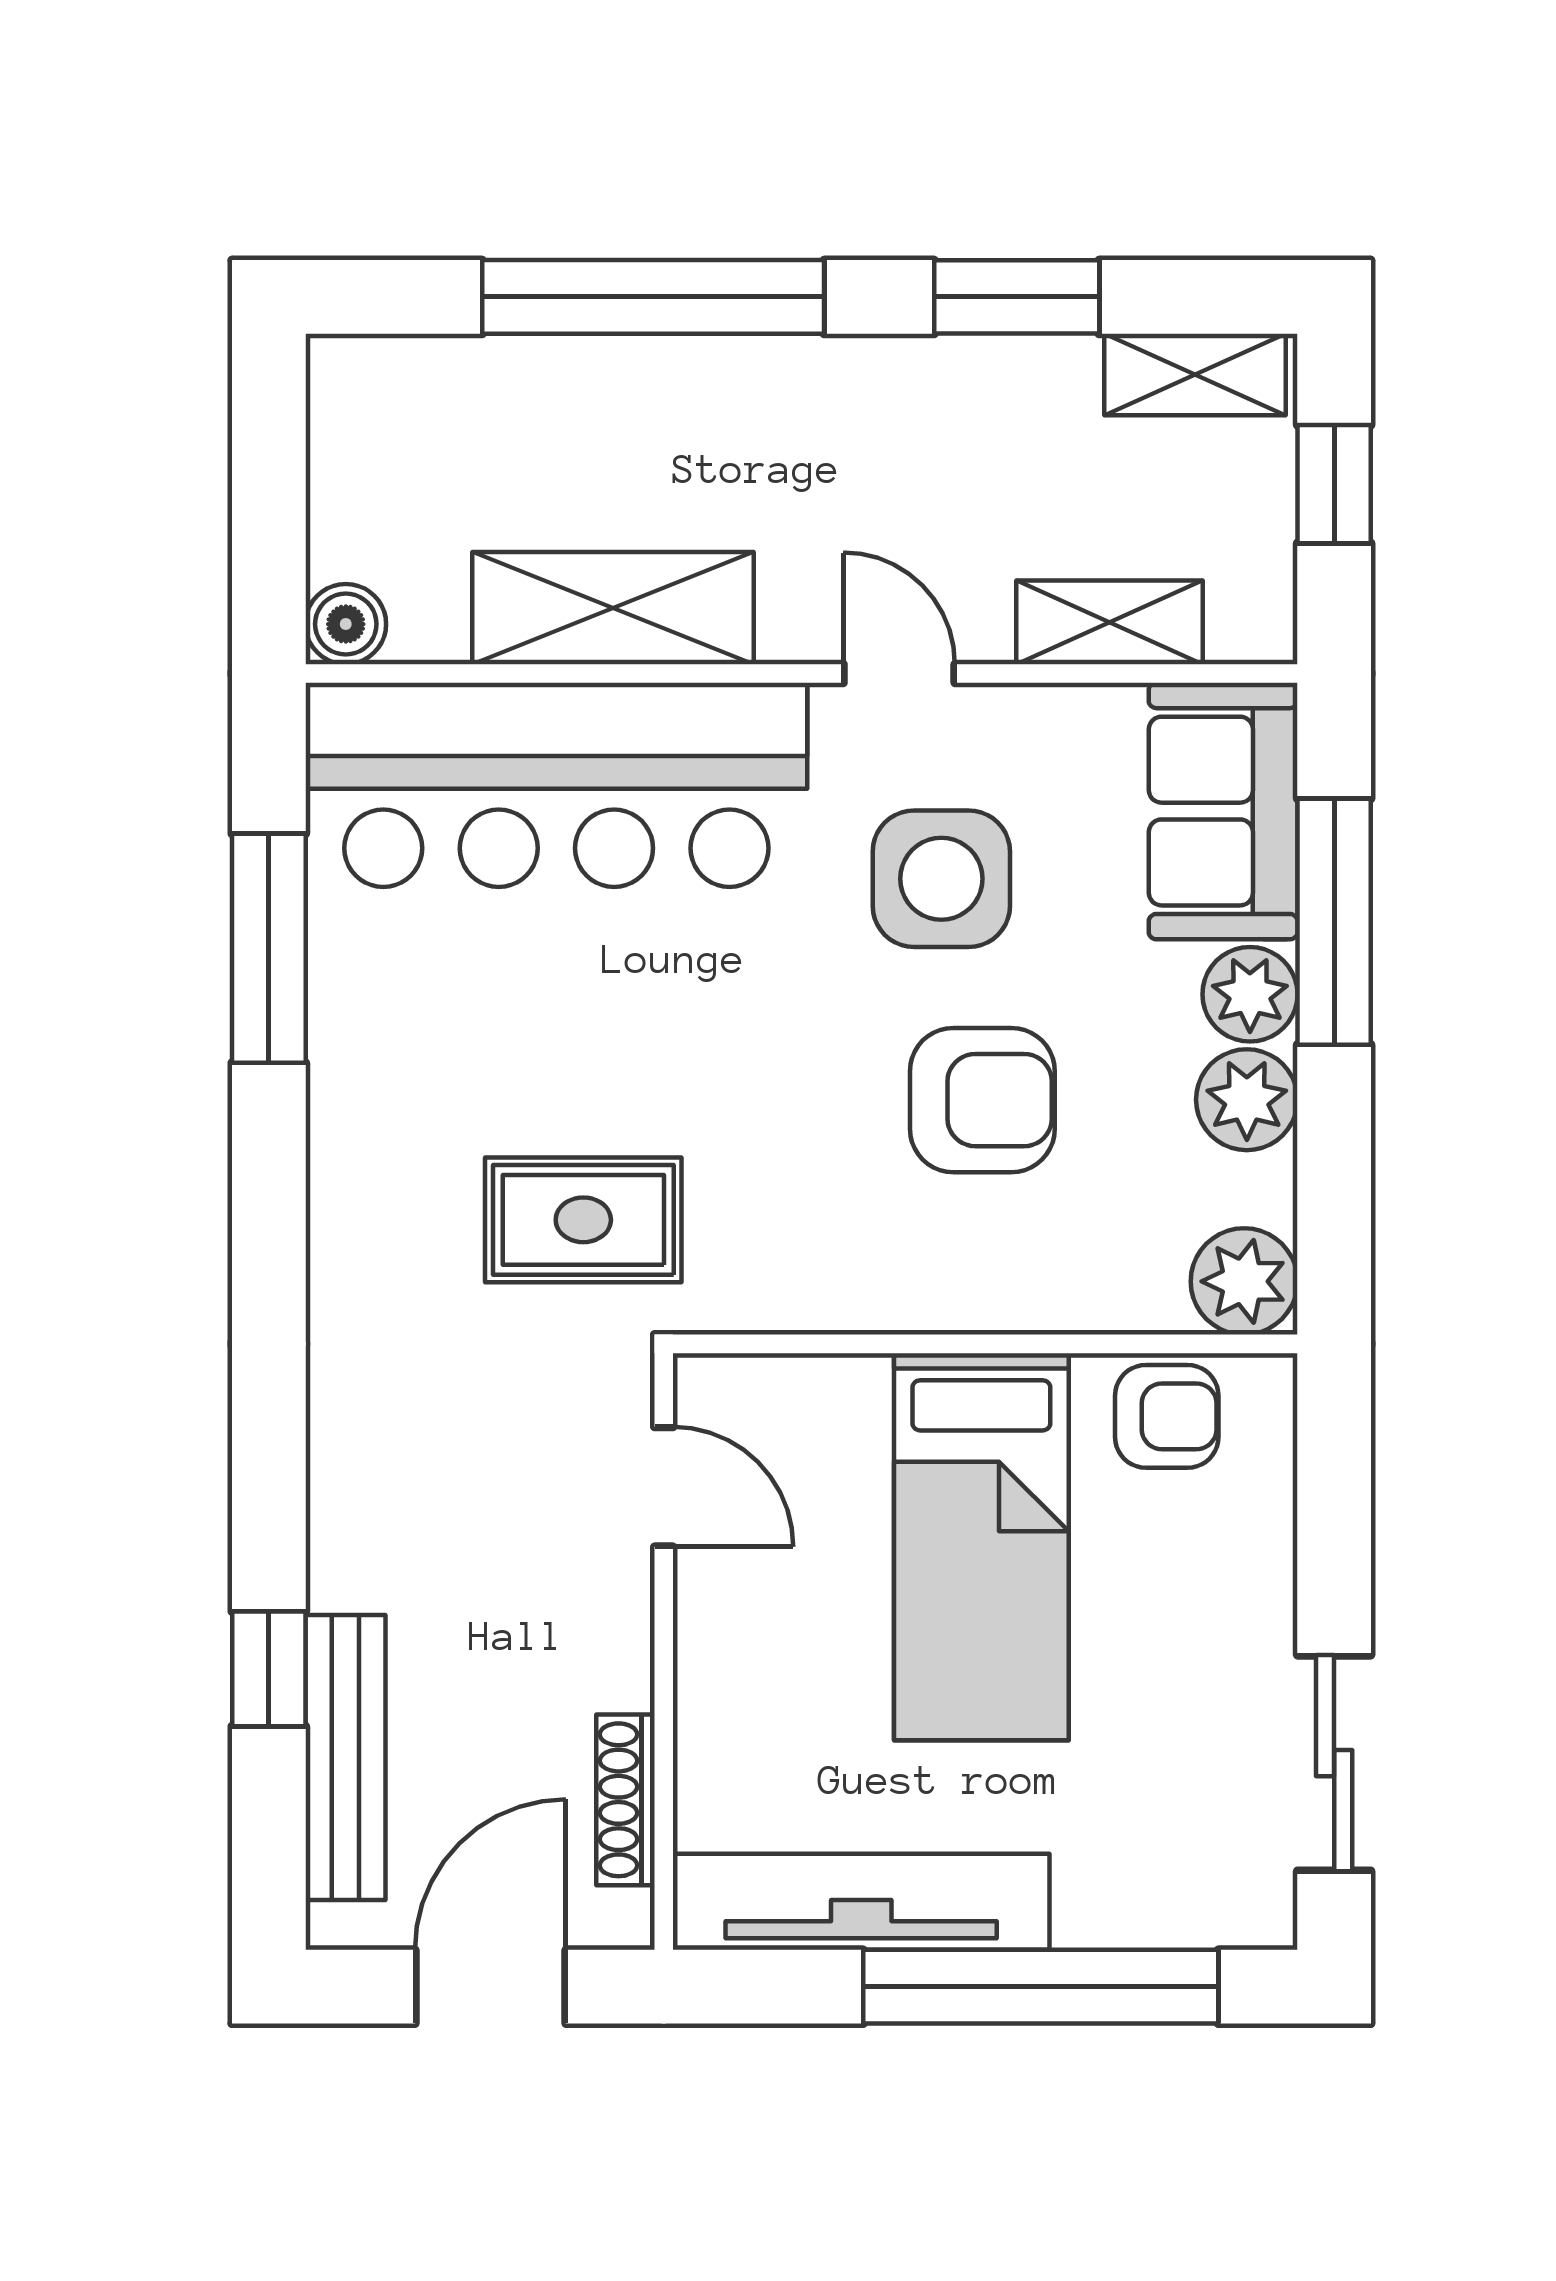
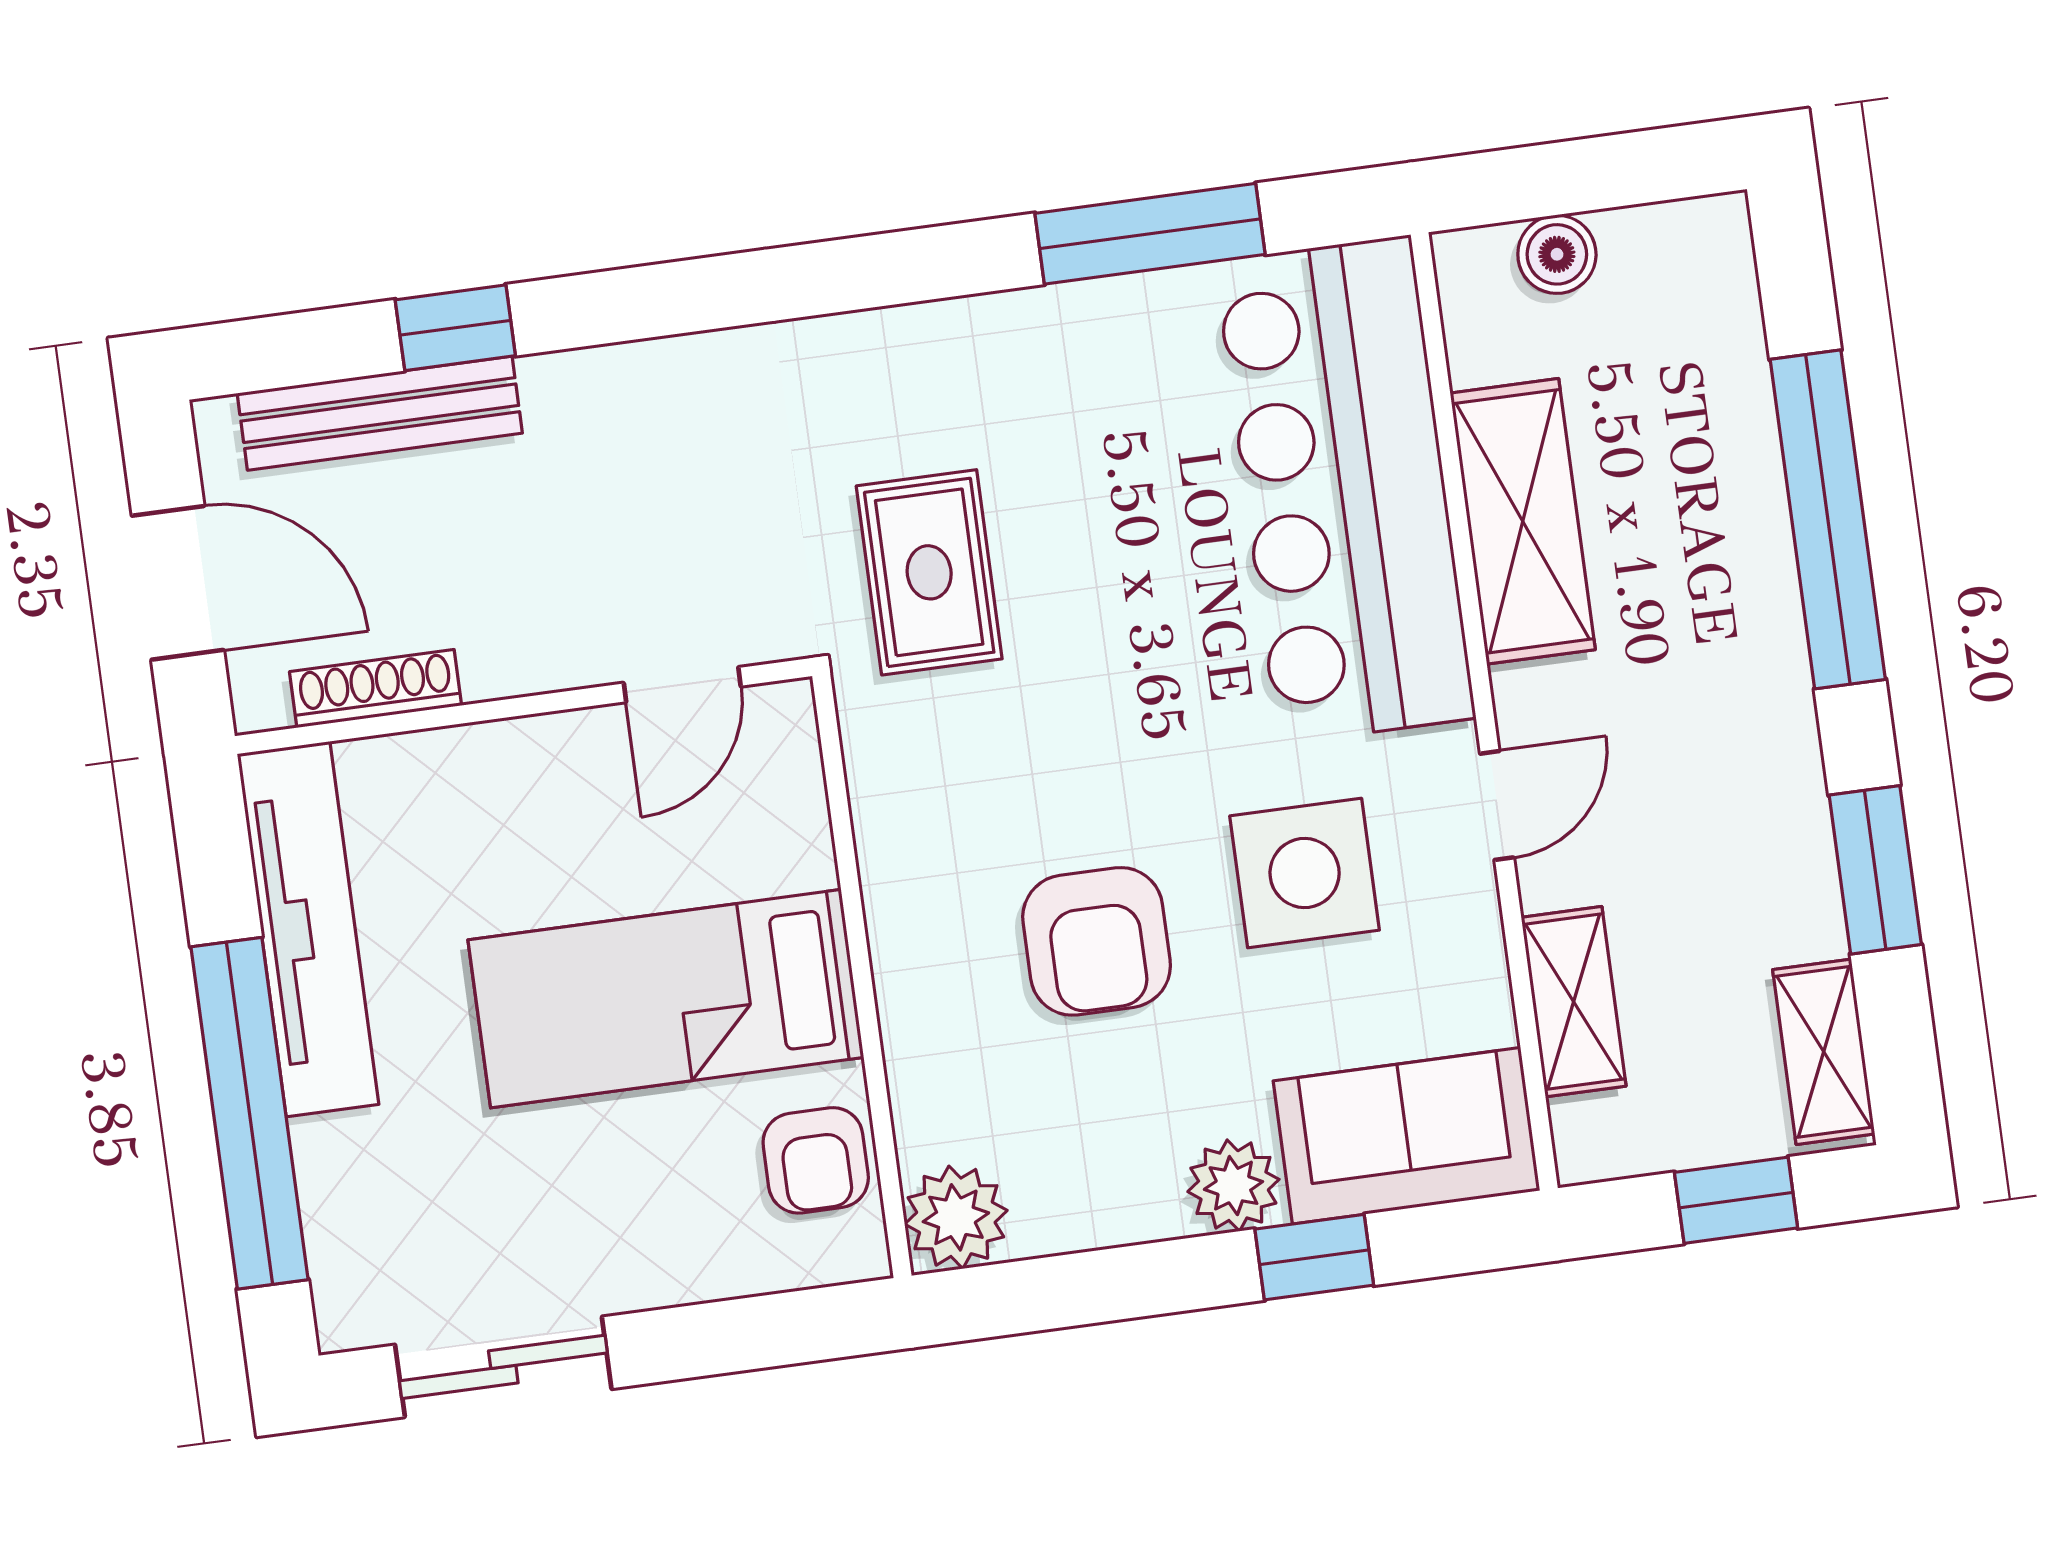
boiler: (346, 624) -> (1557, 254), moved
window: (1334, 922) -> (1314, 1257), width x0.46
plant: (1247, 1100) -> (1131, 1196), removed

